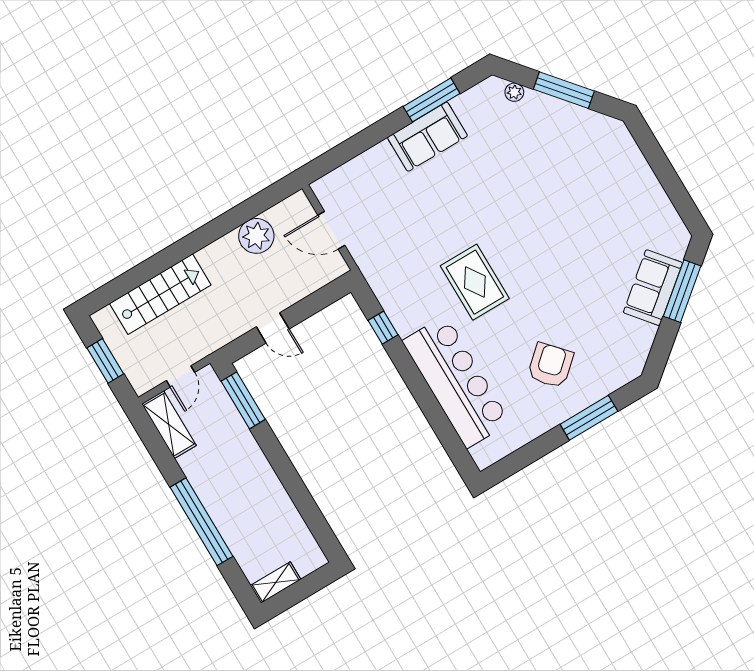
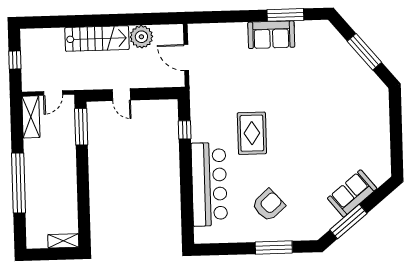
plant: (514, 92) -> (335, 37), removed
window: (682, 291) -> (348, 222), moved
stairs: (160, 294) -> (97, 39), moved
window: (105, 361) -> (15, 60), width x0.67
shelving: (276, 582) -> (63, 241), moved

